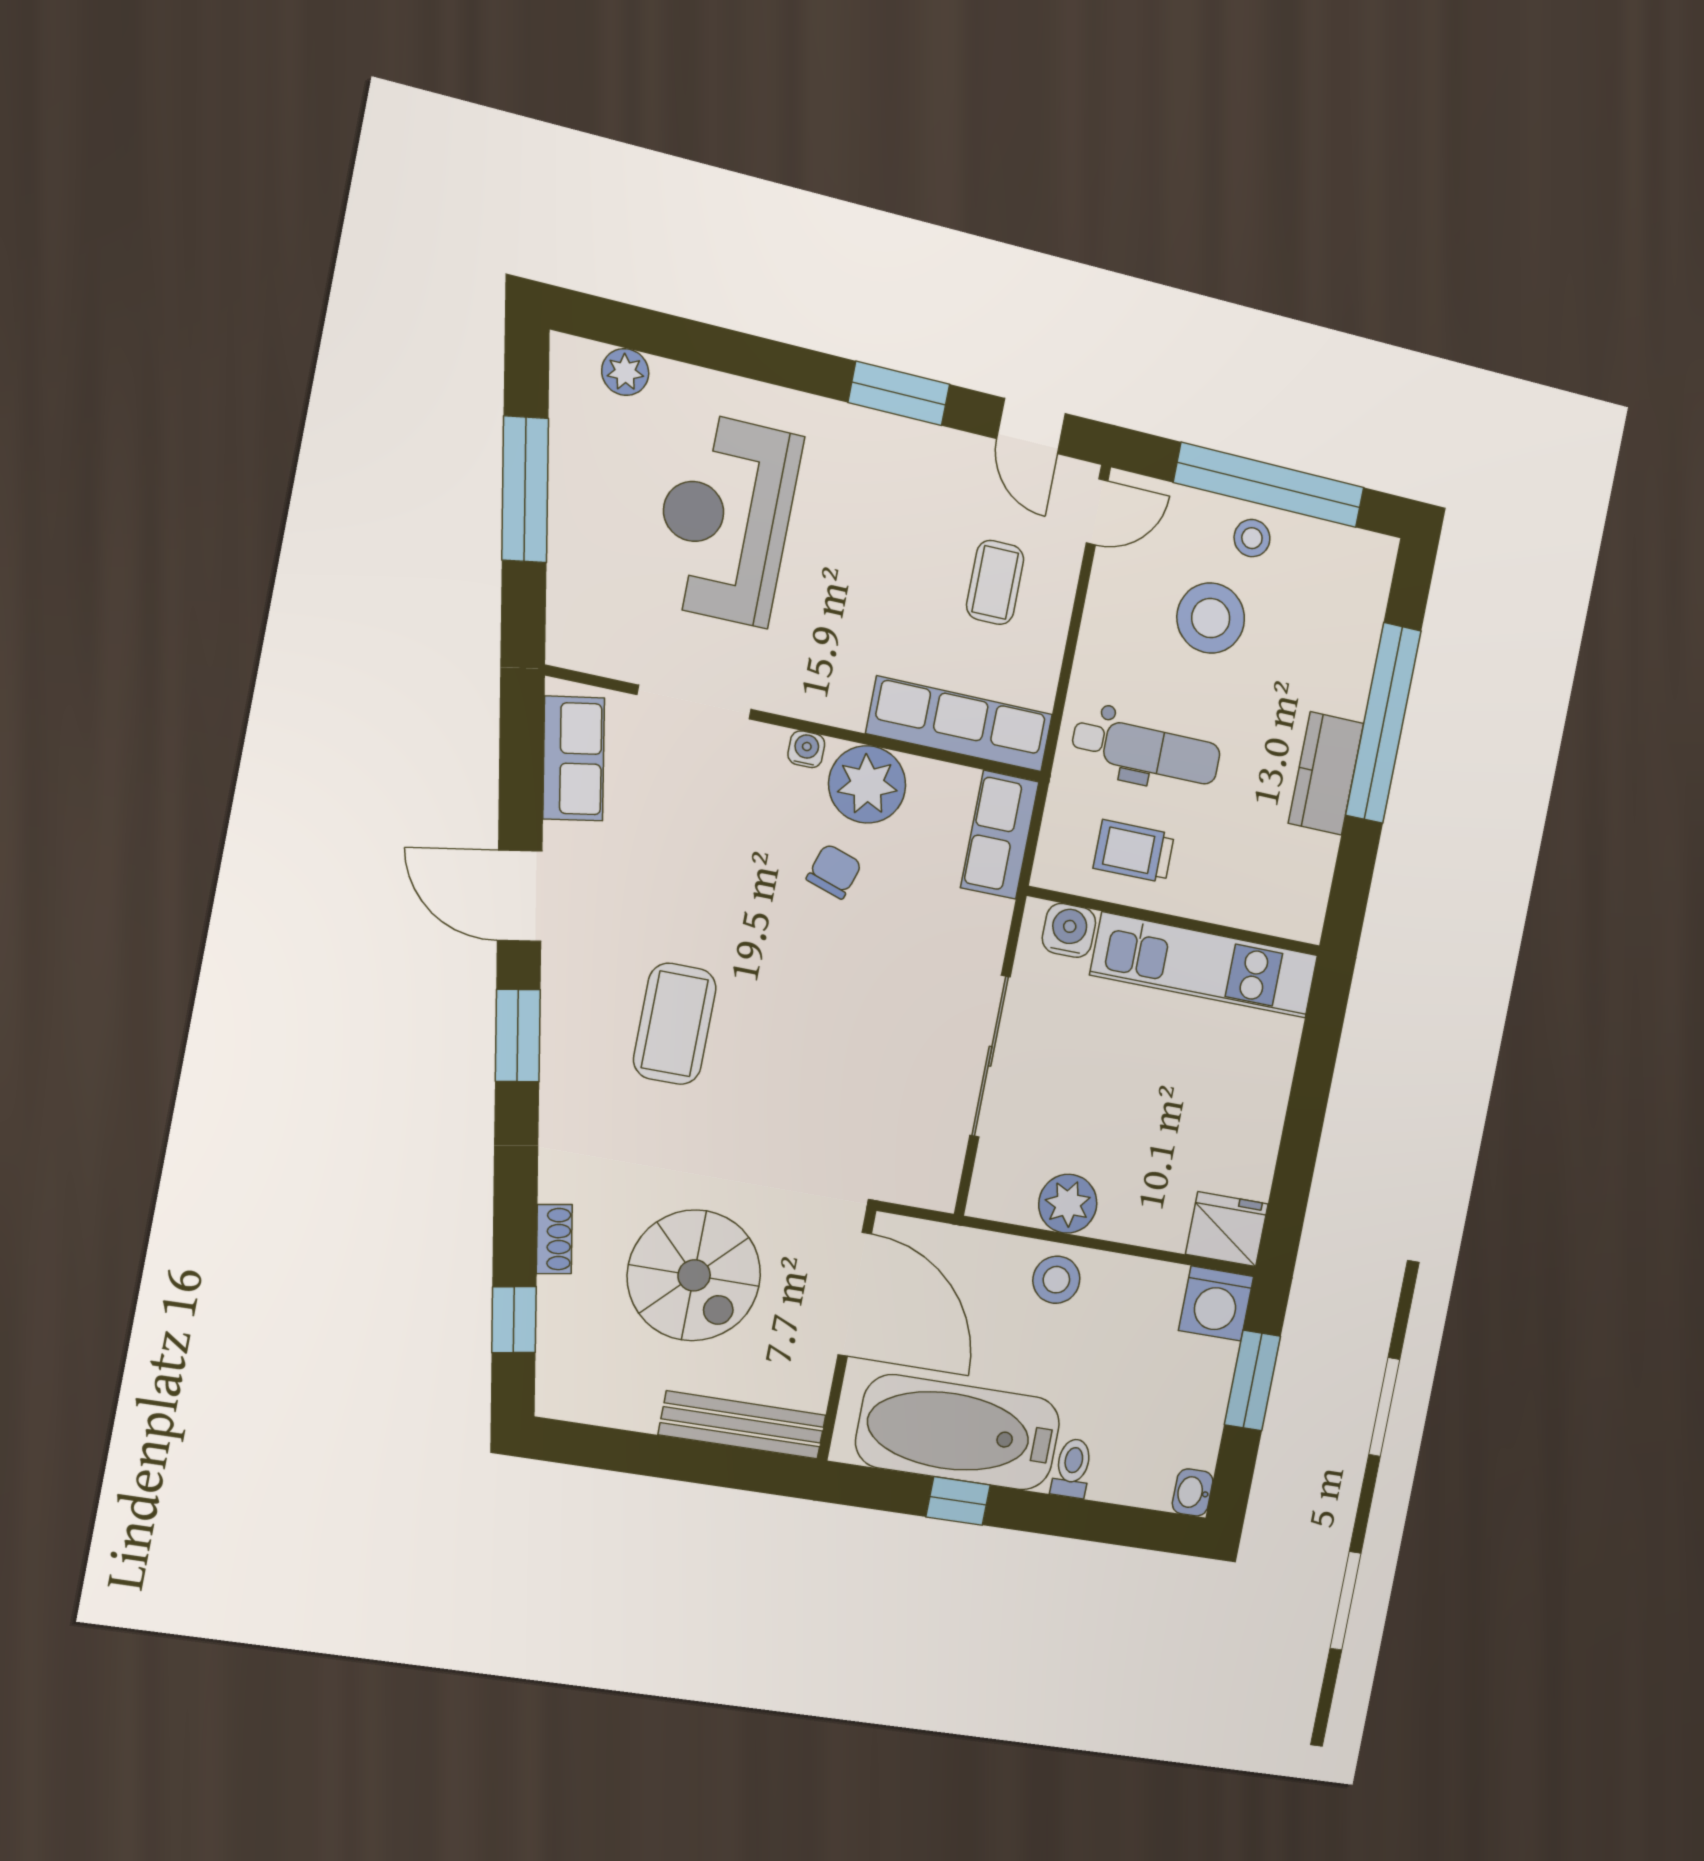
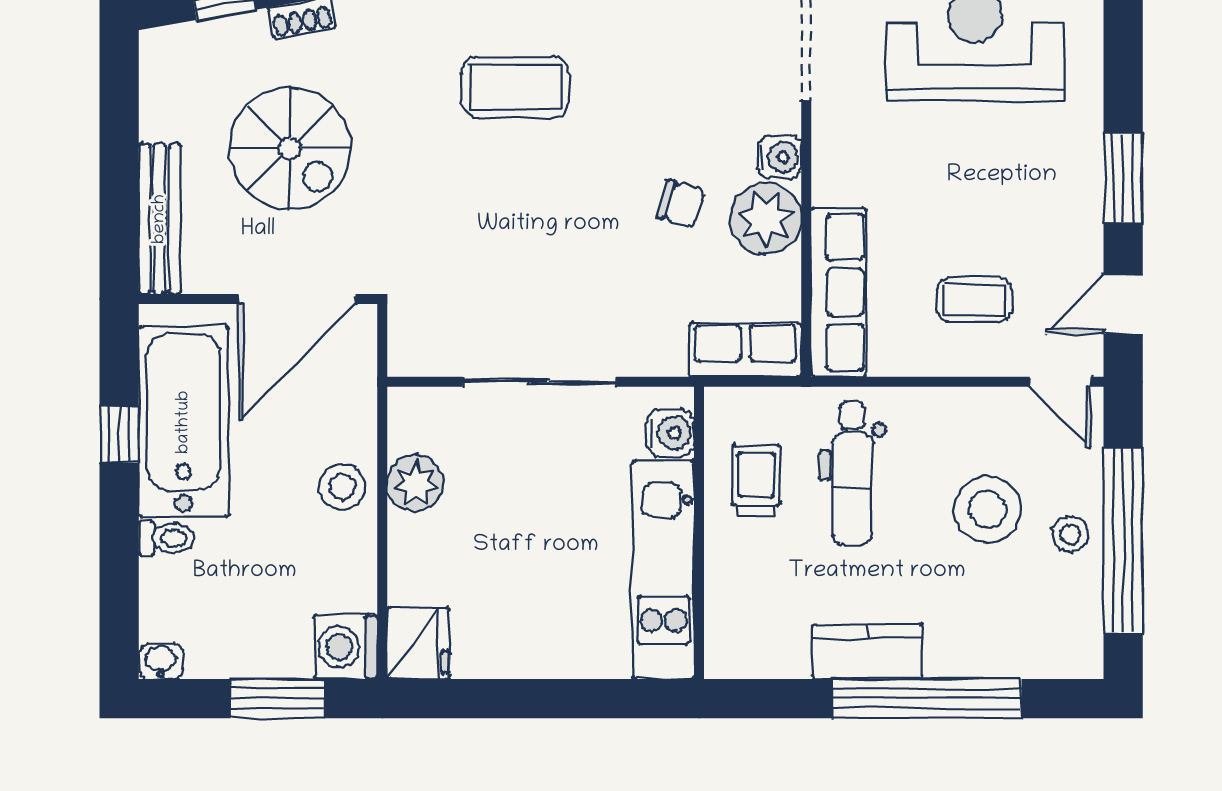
water cooler: (806, 749) -> (780, 157), width x1.38, depth x1.38
spiral stairs: (694, 1275) -> (290, 148), turned -90

